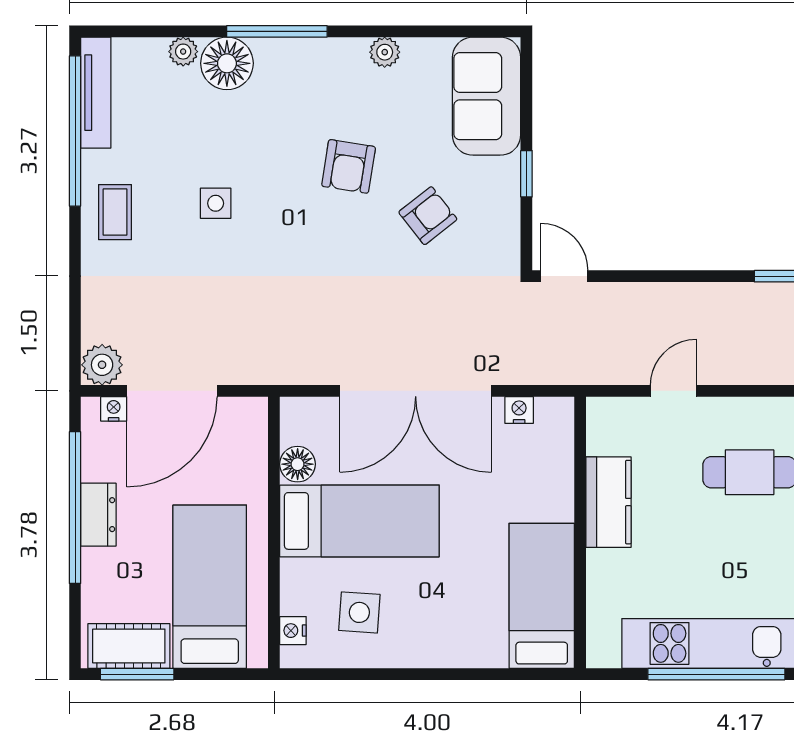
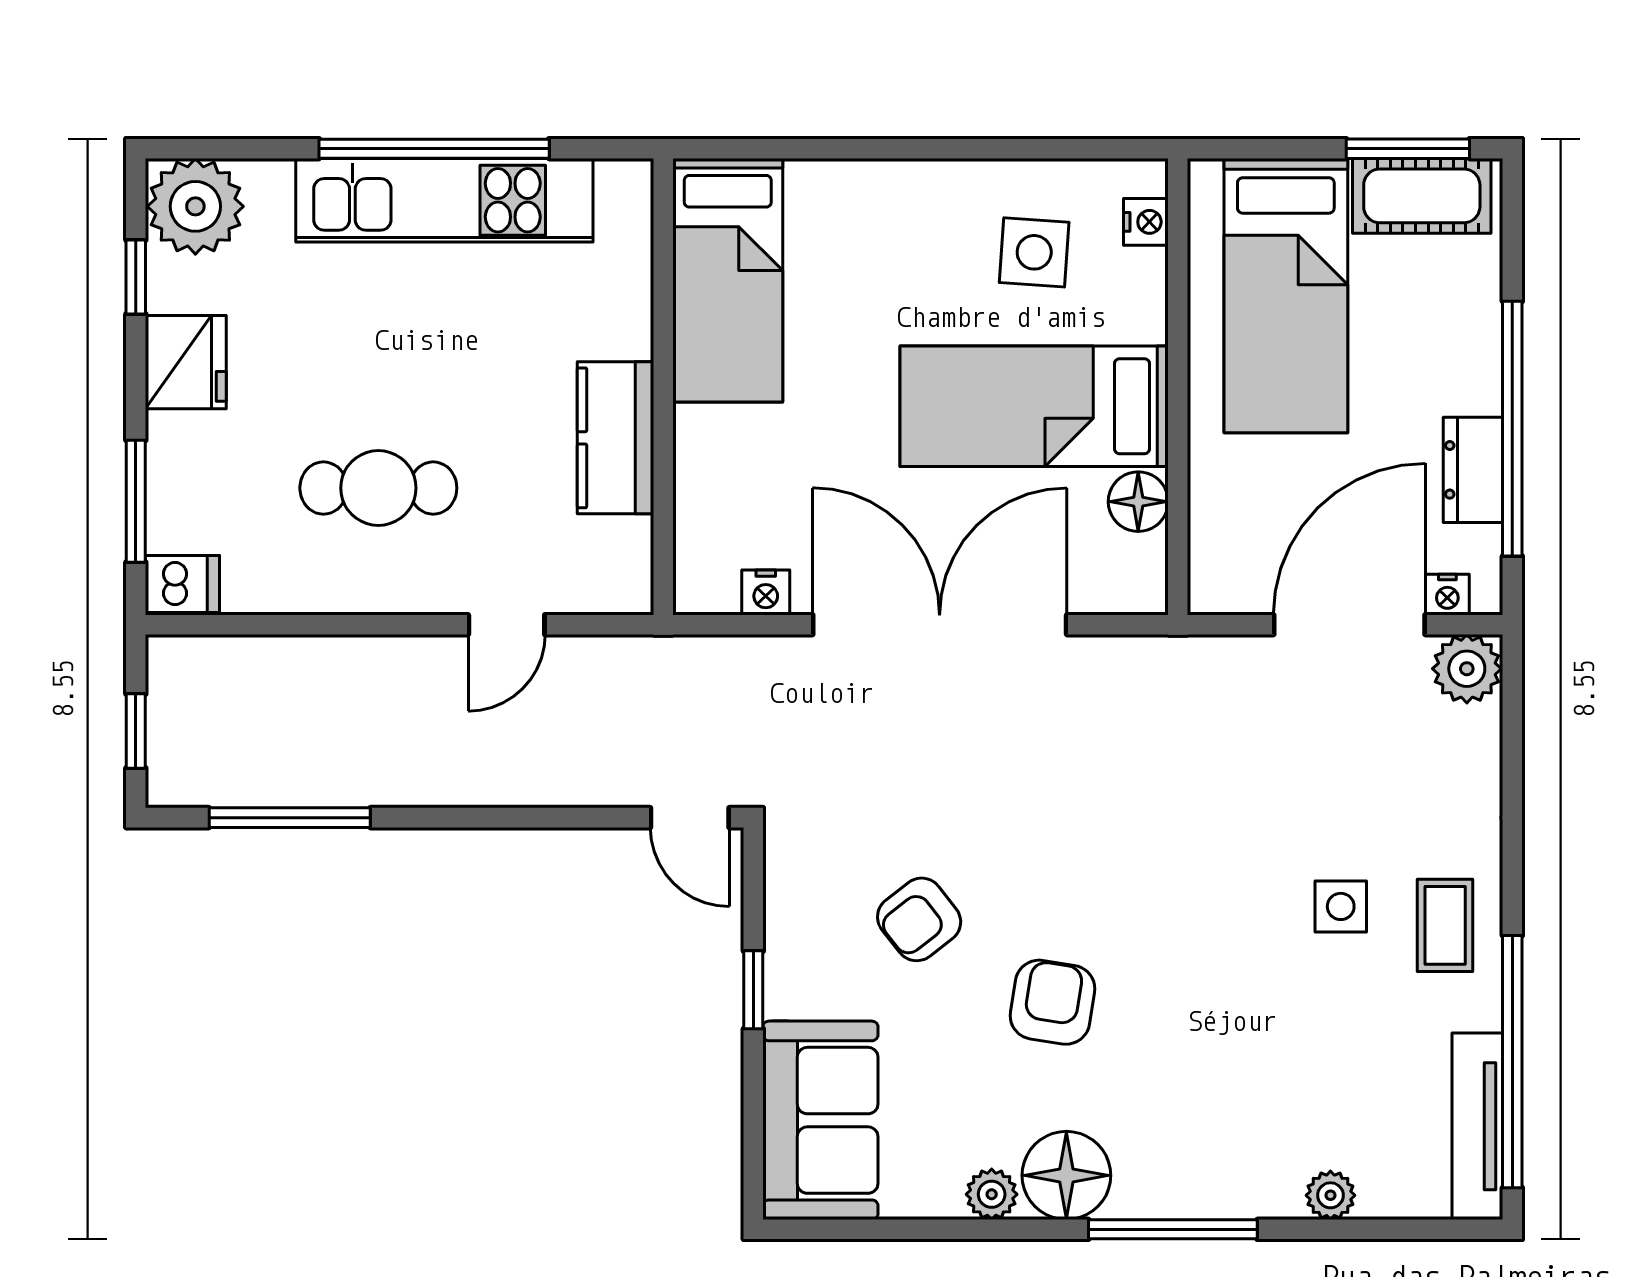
floor lamp: (227, 63) -> (1066, 1175), moved
side table: (216, 203) -> (1341, 906), moved
dresser: (98, 515) -> (1473, 470), moved

